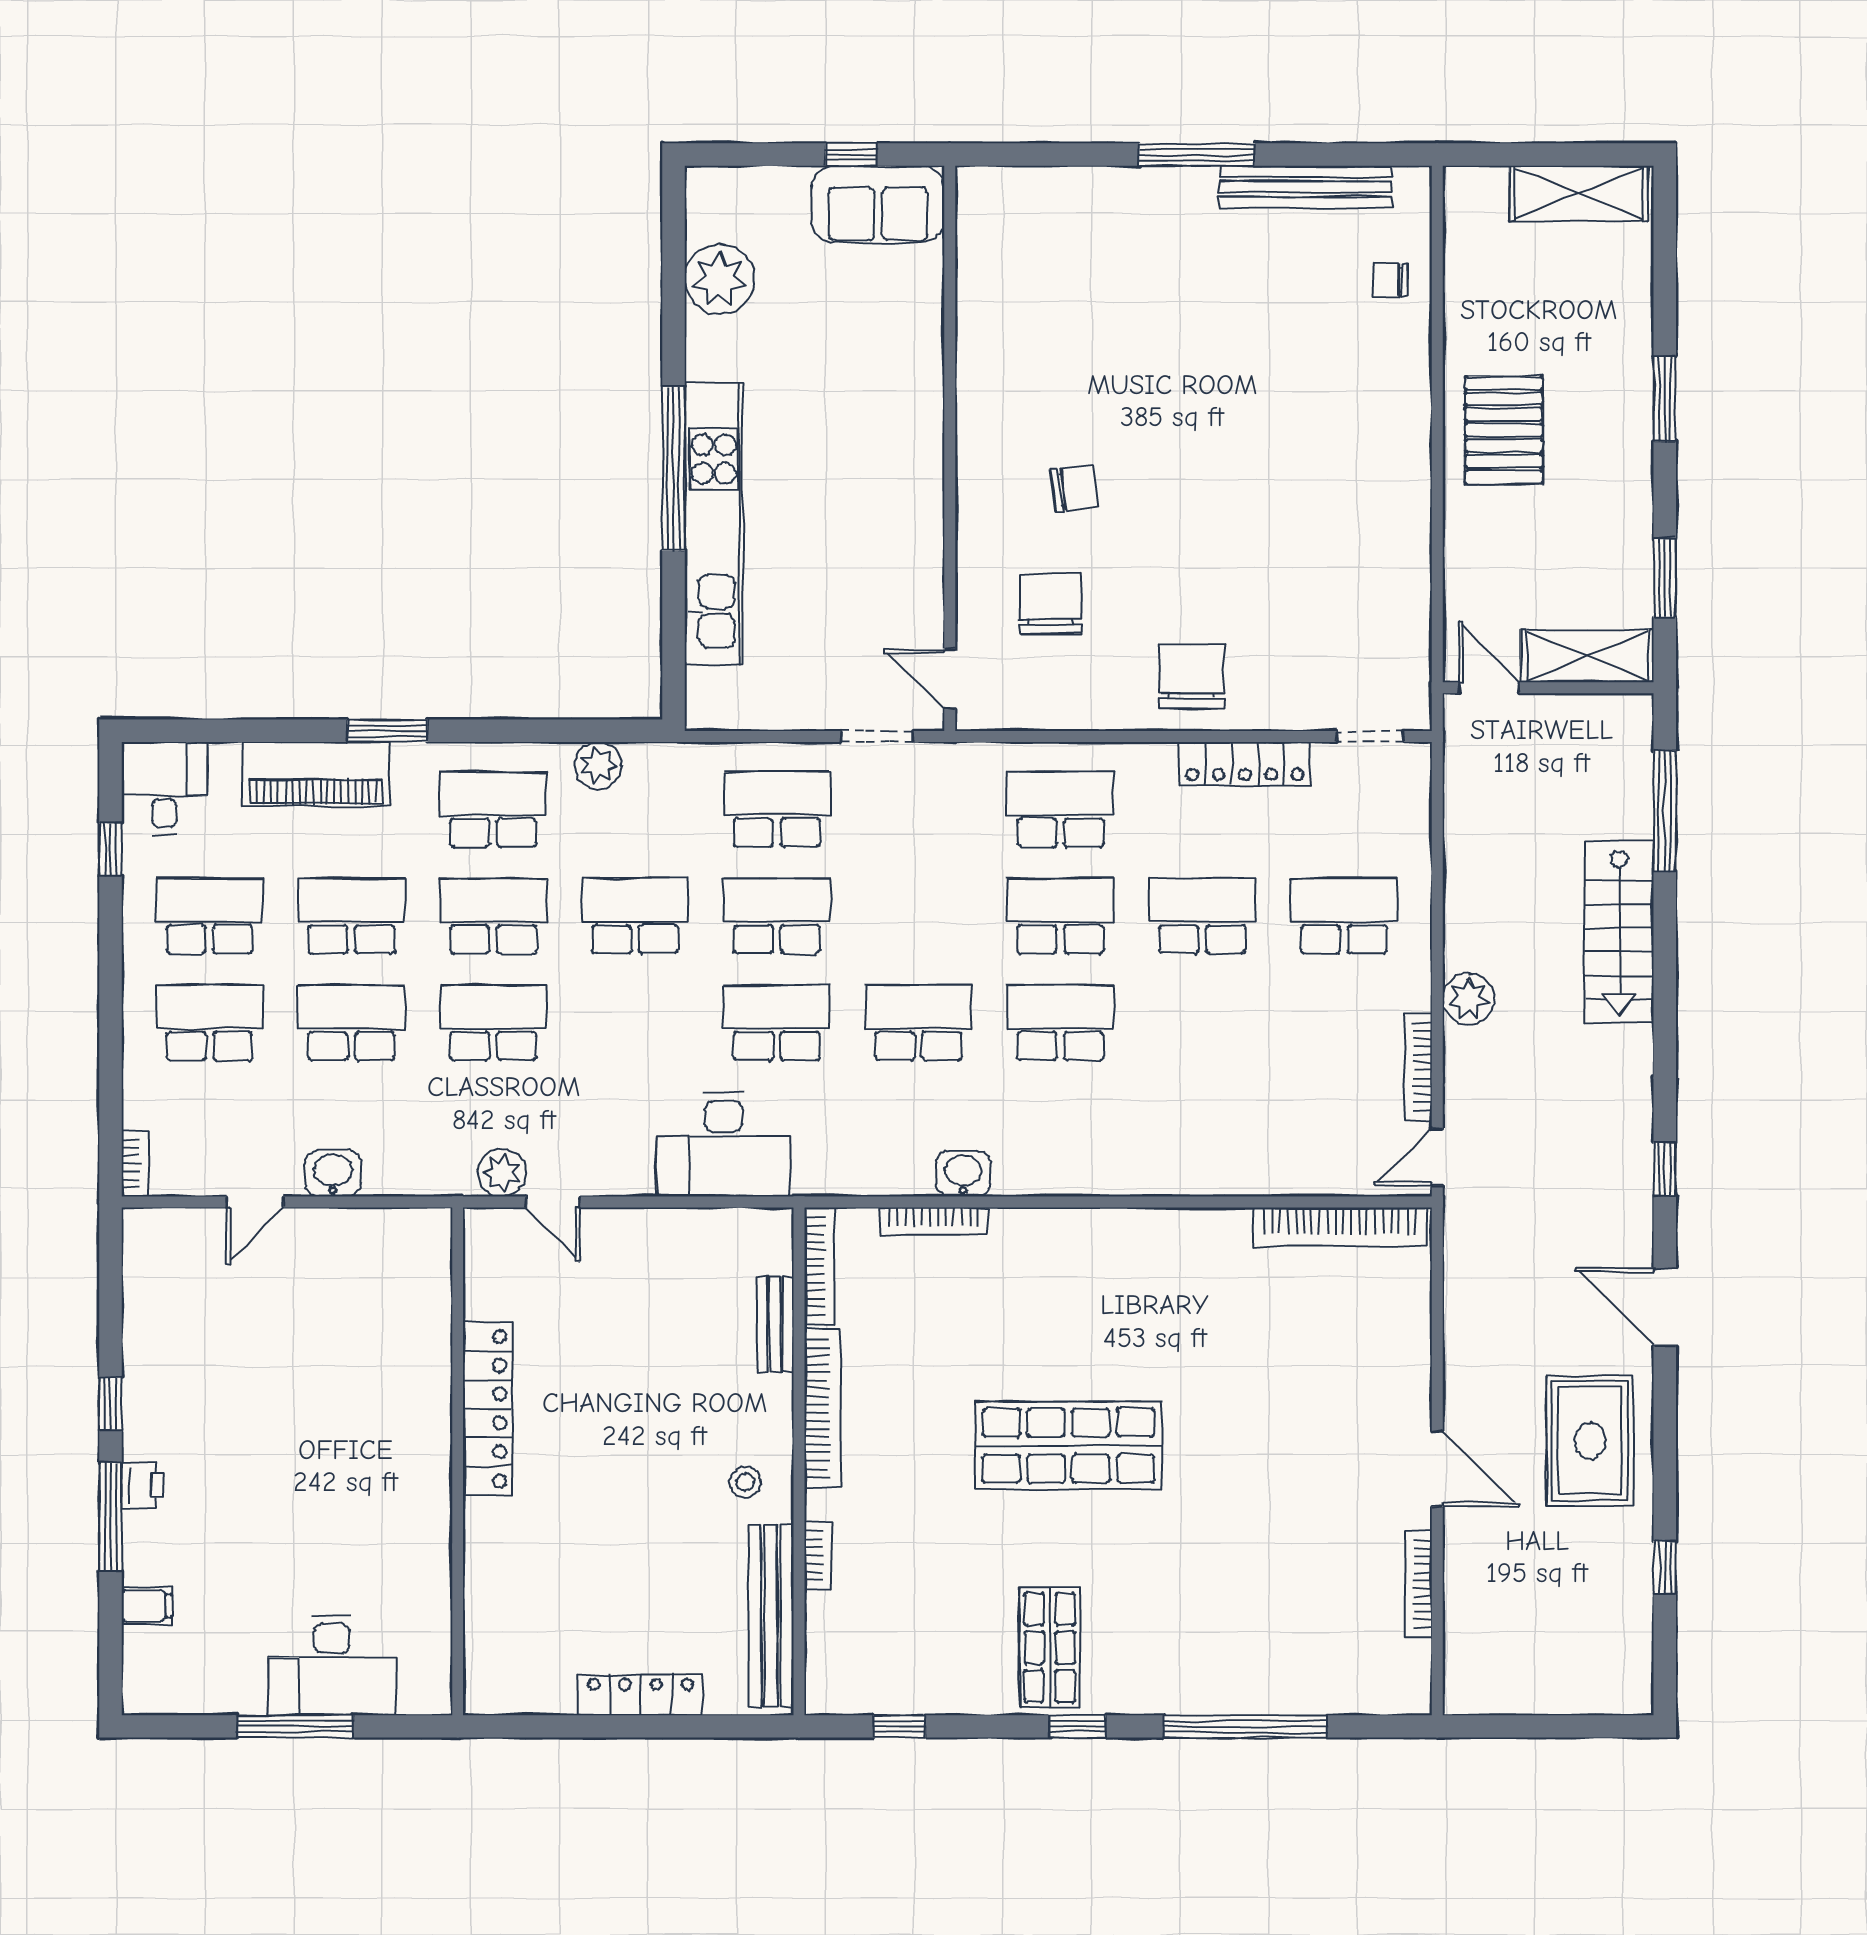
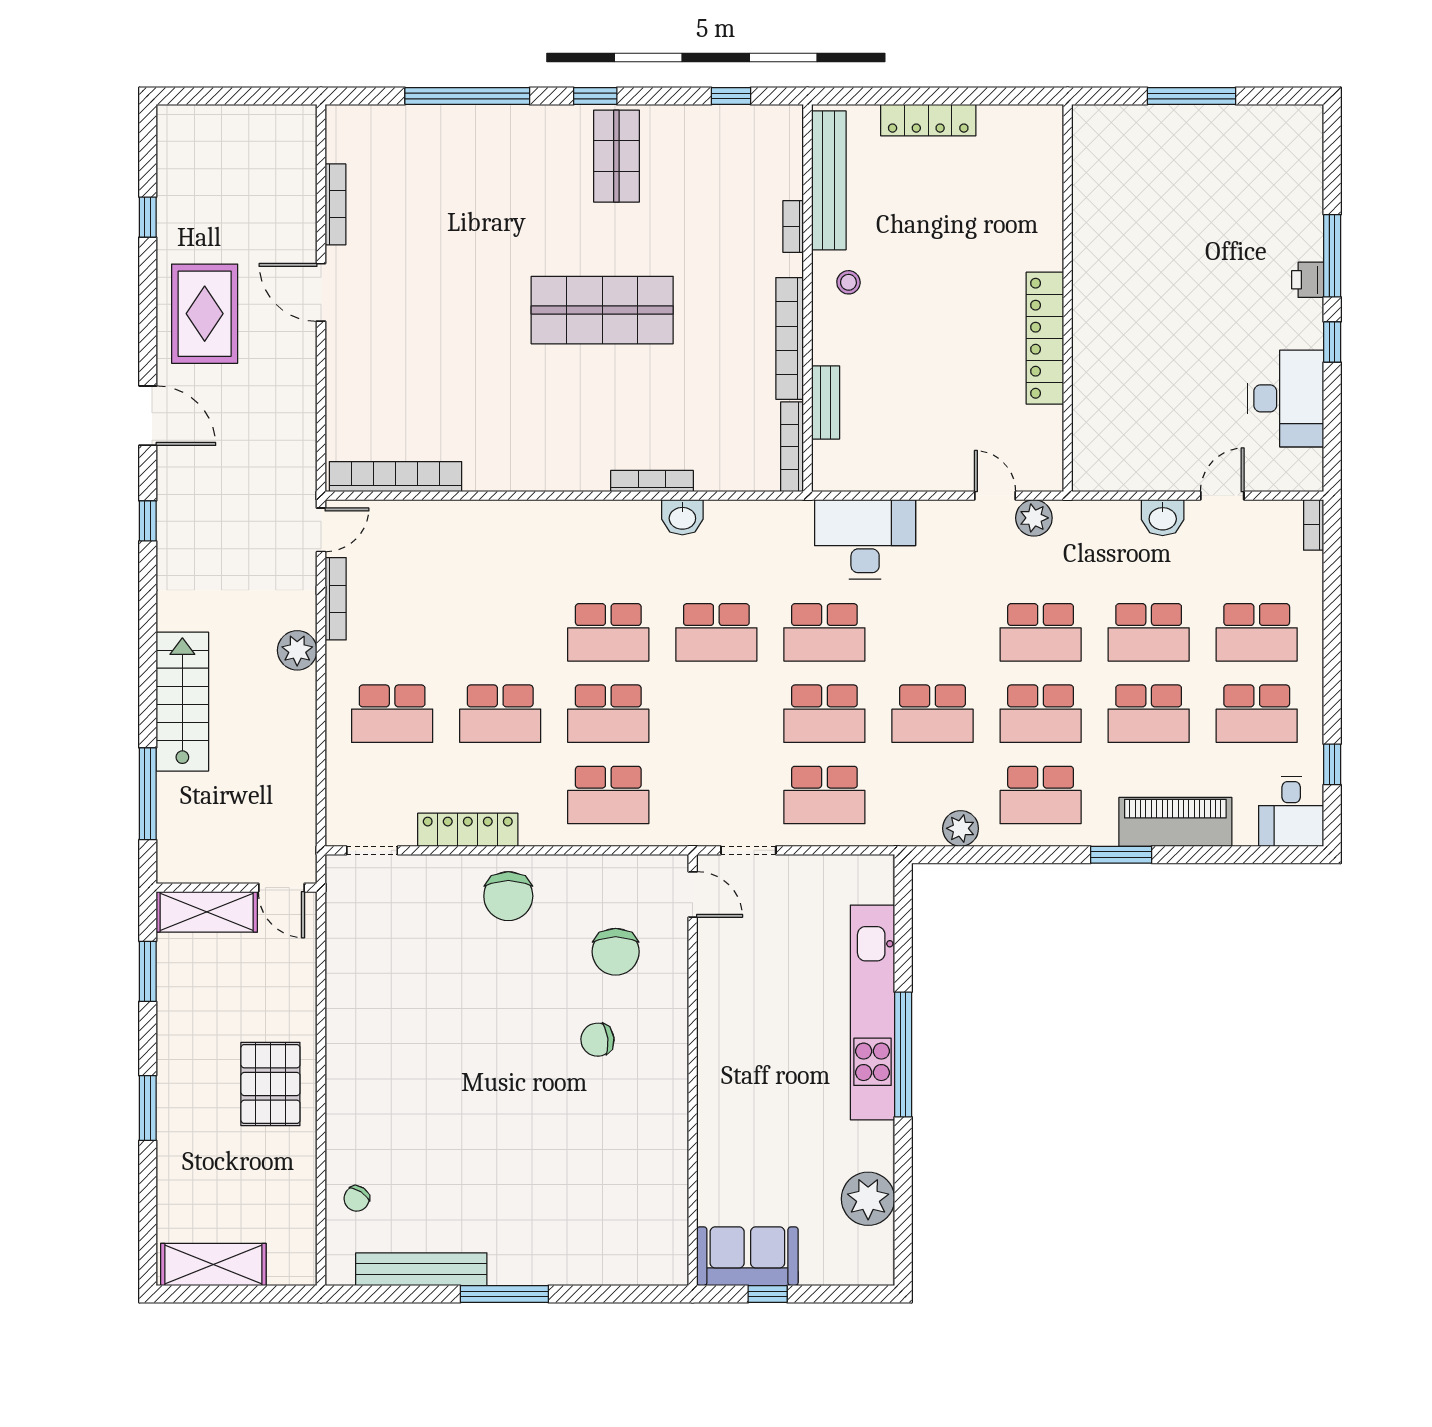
chair: (1391, 280) -> (357, 1199), turned 124
bookcase: (934, 1221) -> (652, 481), moved
filing cabinet: (147, 1606) -> (1305, 188), removed
desk: (332, 1665) -> (1286, 398), moved, turned 90

